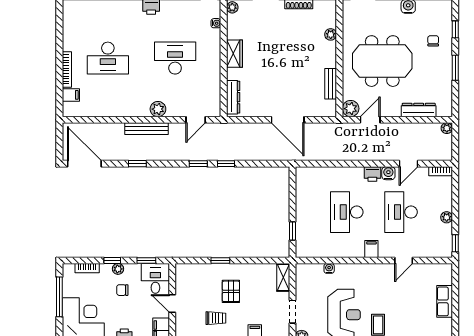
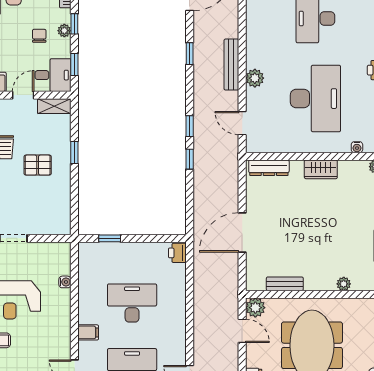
desk: (175, 58) -> (315, 99), width x1.36, depth x1.30
water cooler: (388, 173) -> (178, 353), removed
printer: (372, 174) -> (177, 253), moved
shelving: (283, 277) -> (54, 106), moved

